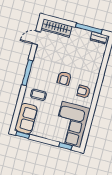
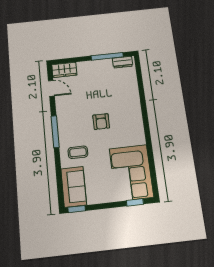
wardrobe: (56, 28) -> (64, 70), width x0.67
door: (36, 38) -> (51, 88), swing flipped
armchair: (84, 91) -> (130, 128), removed

